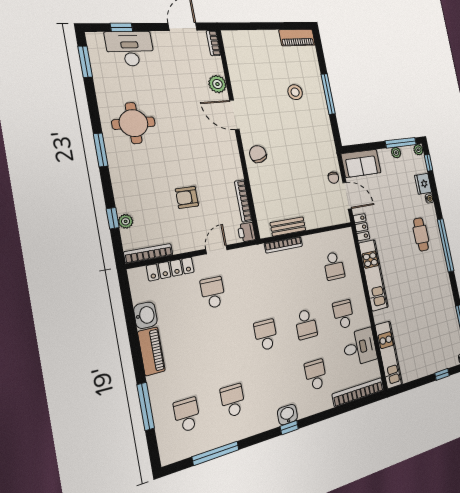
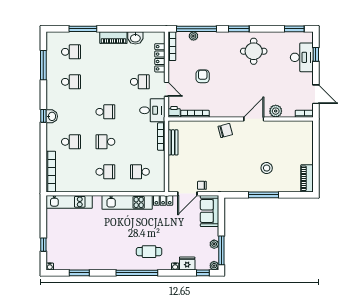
window: (113, 218) -> (197, 29), width x3.17
desk: (360, 347) -> (152, 110), moved, turned -90

